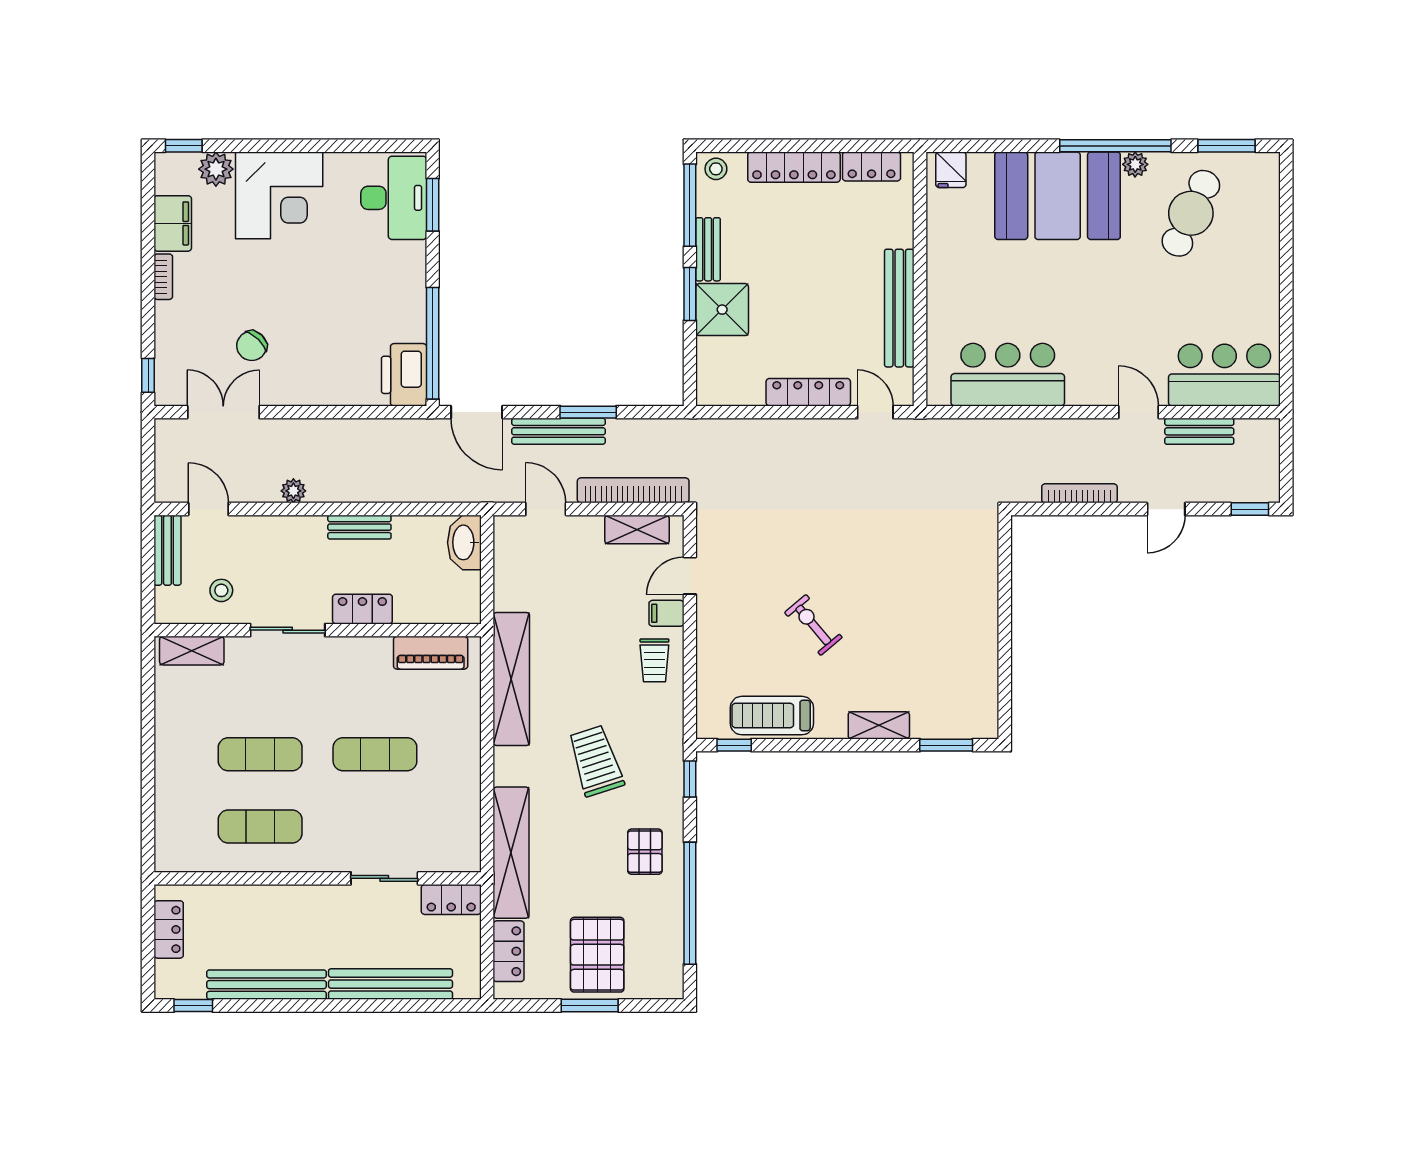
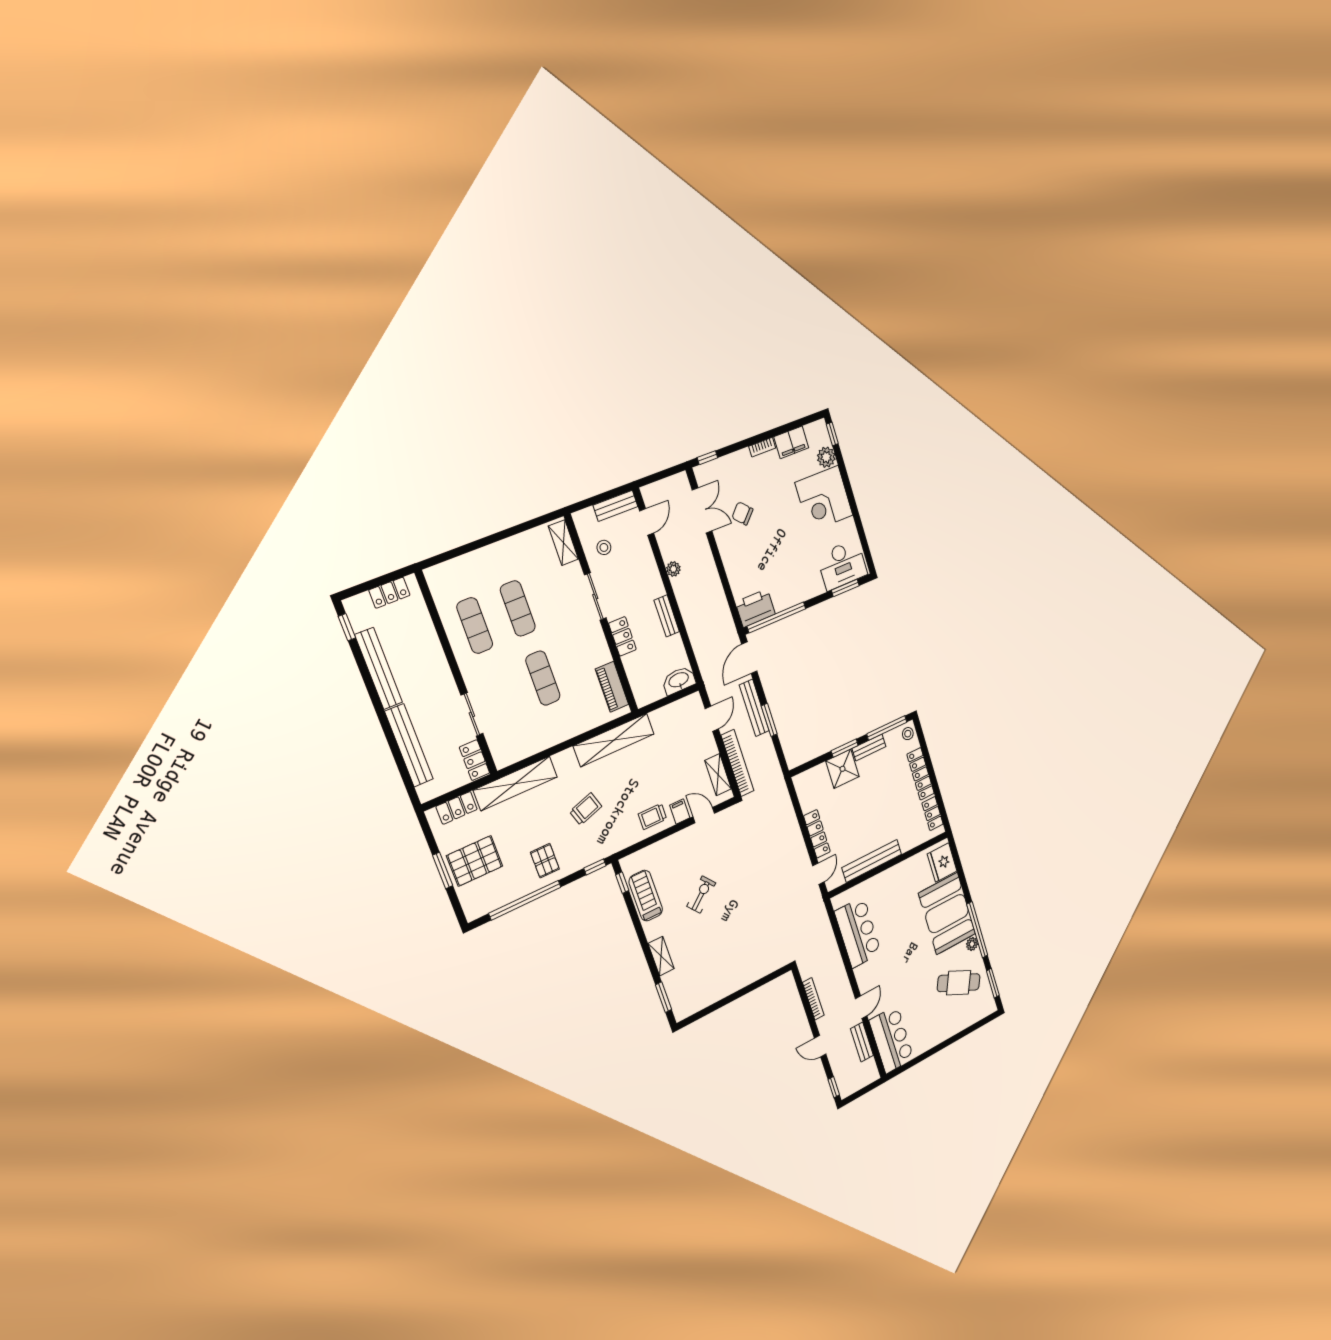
fridge: (951, 170) -> (942, 863), width x1.88, depth x1.34
trolley: (596, 761) -> (586, 809), width x0.73, depth x0.72
pallet: (645, 852) -> (545, 861), turned 90

